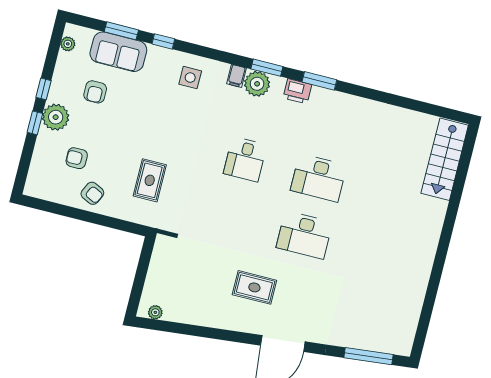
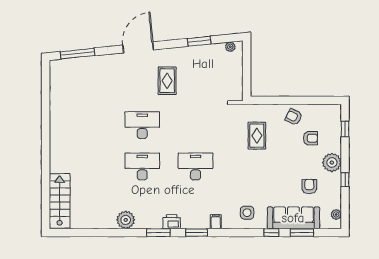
sofa: (118, 52) -> (293, 218), width x1.36
plant: (257, 84) -> (126, 220), moved
window: (35, 123) -> (345, 129), moved
desk: (245, 159) -> (196, 166), width x1.37
rug: (254, 287) -> (167, 81), turned 90
window: (196, 331) -> (199, 41), added

